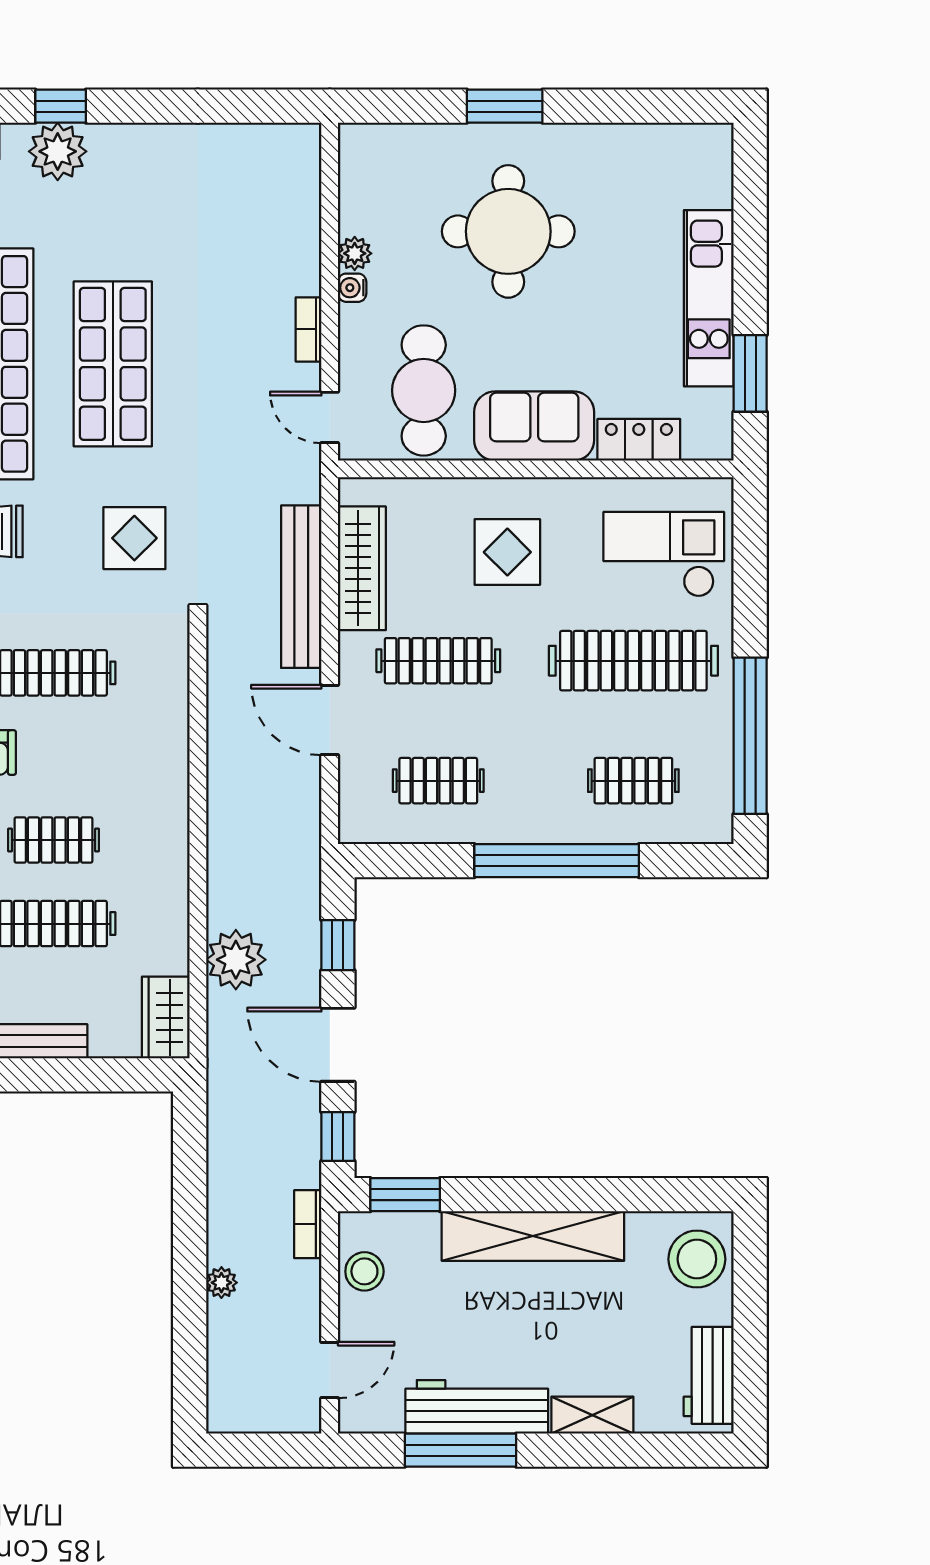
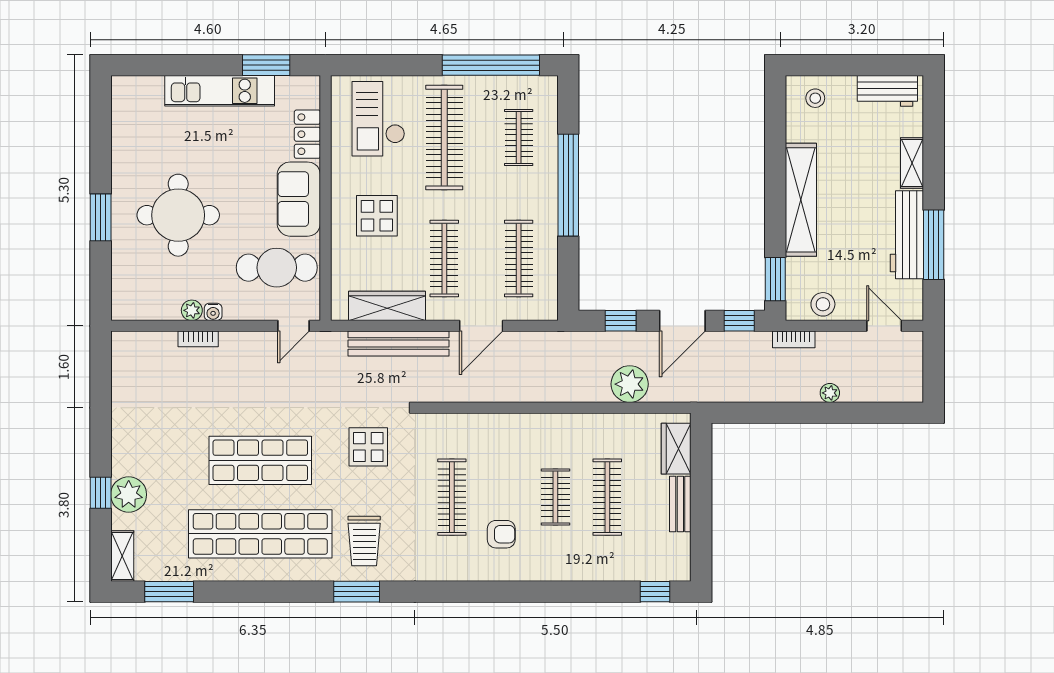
bookcase: (309, 329) -> (198, 339), moved
clothes rail: (438, 781) -> (519, 259), width x1.36
wardrobe: (166, 1018) -> (676, 449), moved, turned 90
stool: (697, 1259) -> (815, 98), width x0.53, depth x0.53

